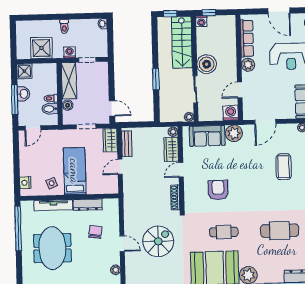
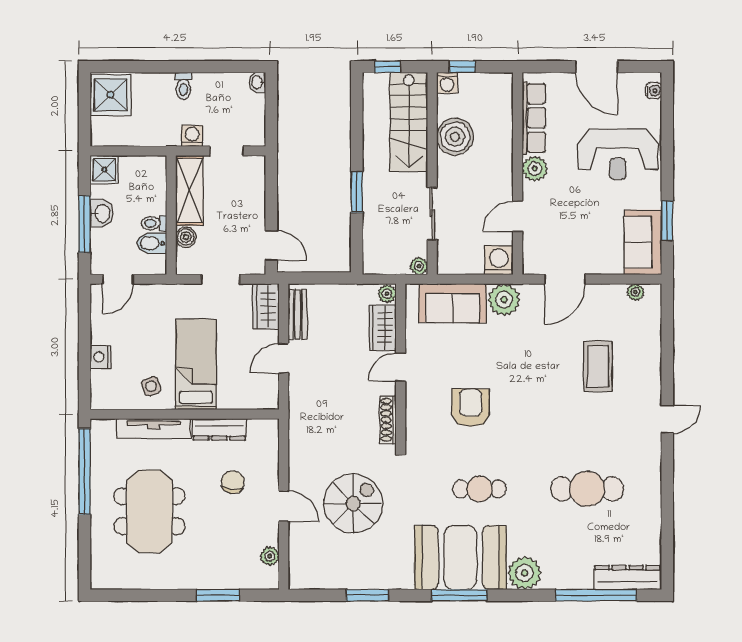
shower: (41, 48) -> (111, 95), moved
boiler: (207, 64) -> (455, 137), moved
nightstand: (25, 183) -> (101, 357), moved

